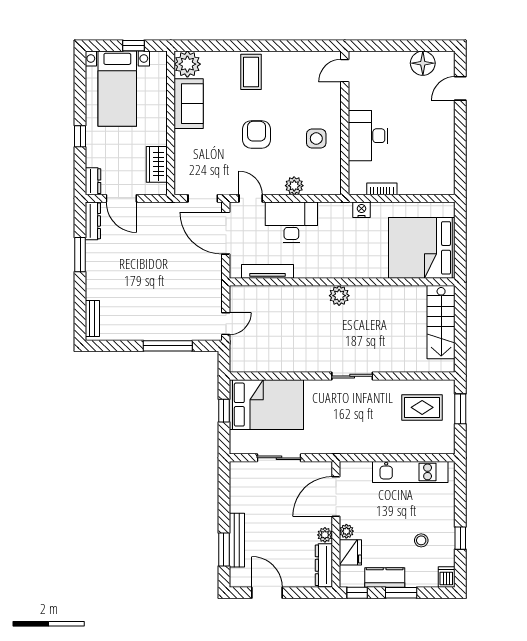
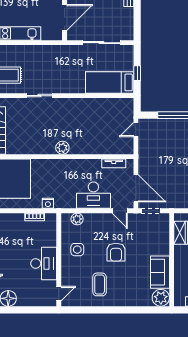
coffee table: (251, 72) -> (100, 284), moved
desk: (368, 136) -> (44, 264), moved
plant: (294, 186) -> (77, 219), moved
tv unit: (268, 271) -> (114, 163), width x0.71
sliding door: (352, 376) -> (39, 96), moved
bed: (266, 405) -> (110, 82), width x0.67
sliding door: (279, 458) -> (101, 43), width x1.37

